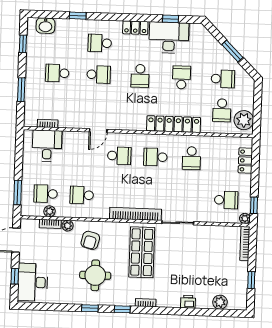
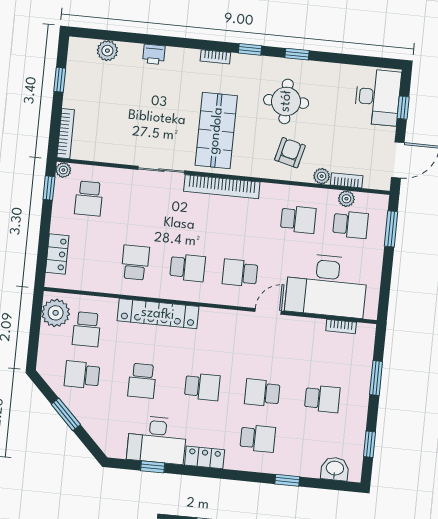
school desk: (140, 76) -> (202, 387), turned 90
school desk: (222, 110) -> (87, 329), turned 180
desk: (47, 146) -> (326, 286), width x1.87, depth x1.30
school desk: (226, 200) -> (89, 198), turned -90

